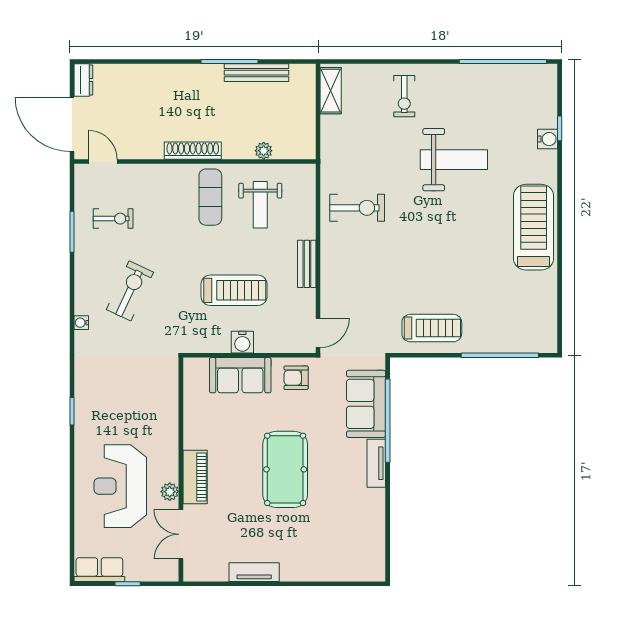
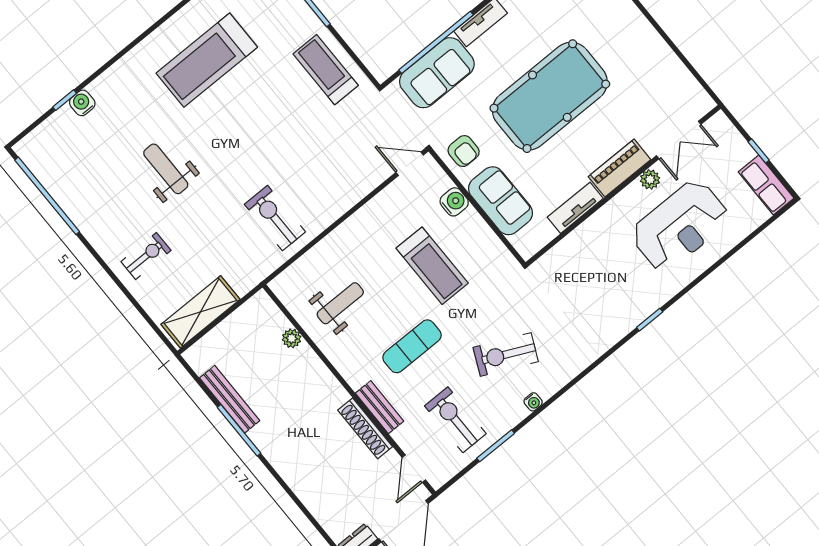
shelving: (331, 91) -> (201, 312), width x1.50, depth x1.33
shoe rack: (193, 151) -> (365, 428), moved
weight bench: (454, 160) -> (166, 169), width x0.73, depth x0.75
exercise mat: (210, 197) -> (412, 346), moved
exercise bike: (113, 219) -> (455, 420), width x1.38, depth x1.39
treadmill: (534, 227) -> (207, 60), moved
bench: (307, 264) -> (380, 407), moved, turned 90
treadmill: (234, 290) -> (432, 266), turned 180
water cooler: (81, 323) -> (533, 402), moved
water cooler: (242, 342) -> (454, 202), moved
pool table: (285, 469) -> (550, 96), width x1.36, depth x1.32
tv unit: (254, 572) -> (575, 208), moved, turned 90

